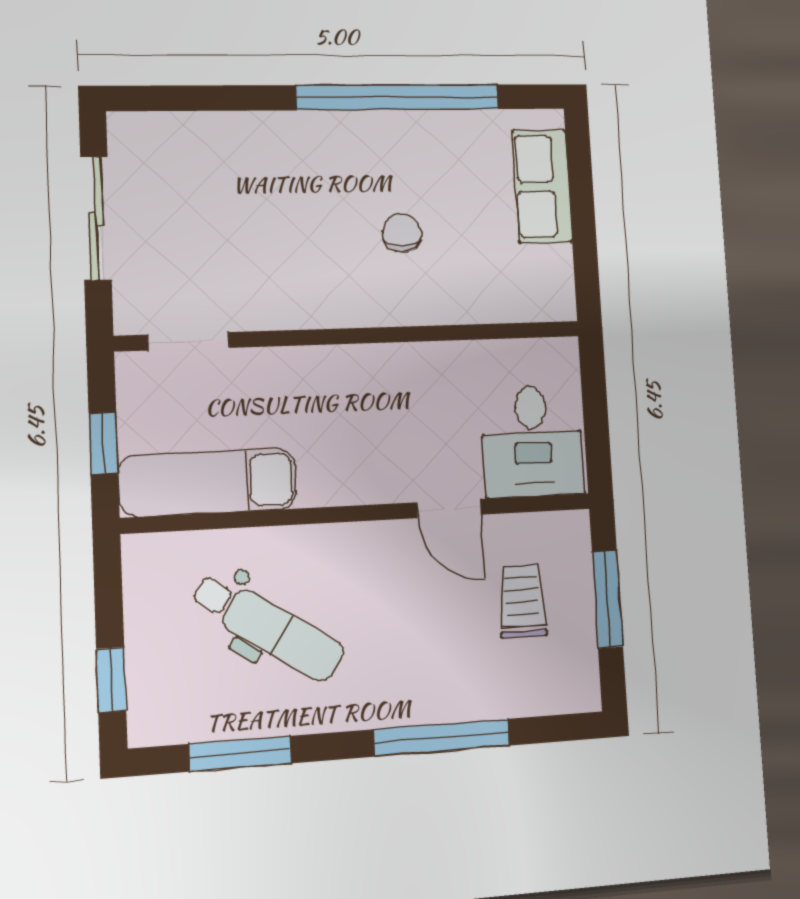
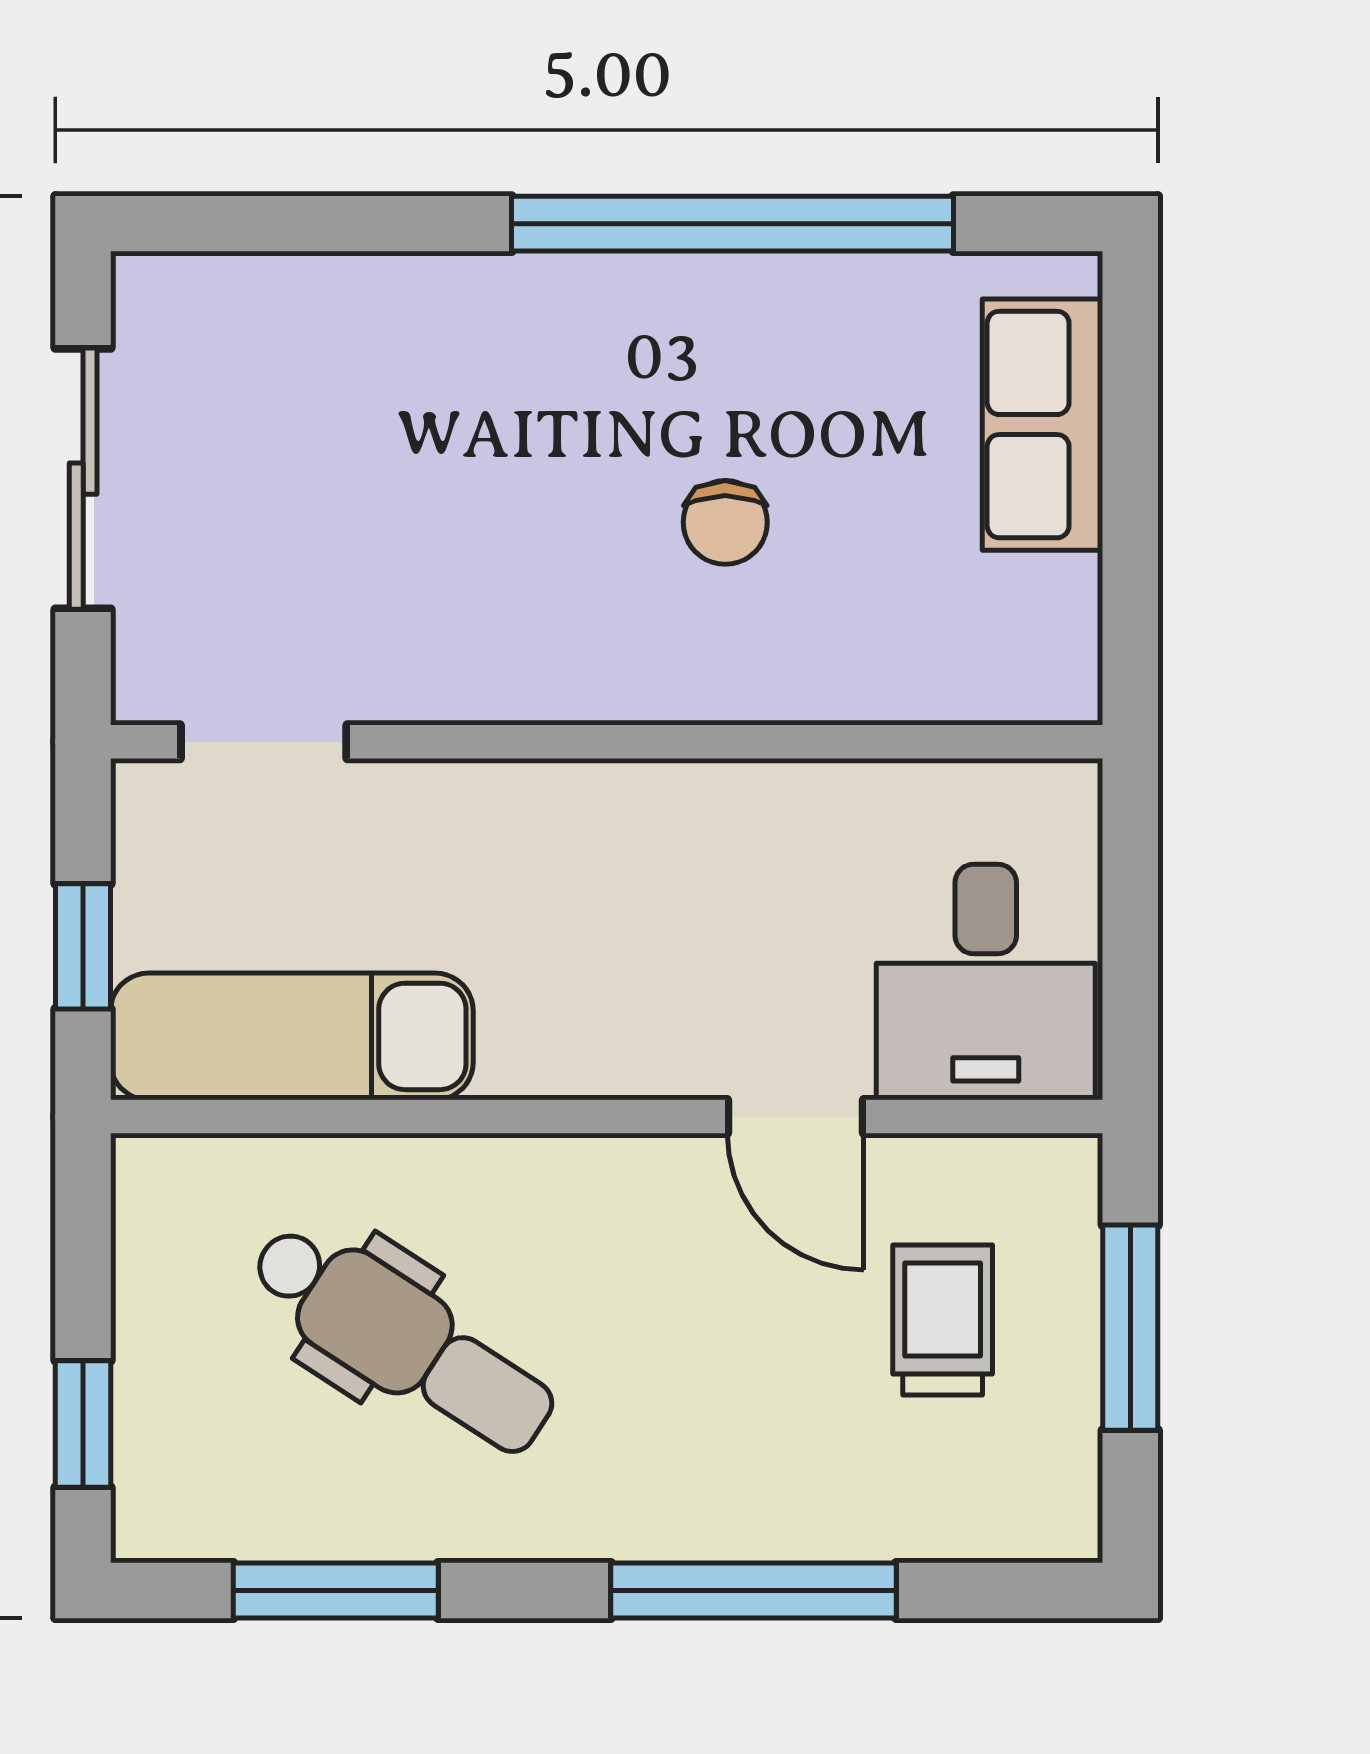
chair: (402, 233) -> (725, 522), turned 180

